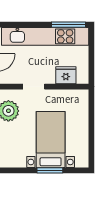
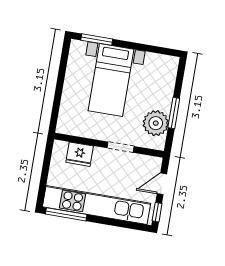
window: (50, 170) -> (97, 40), moved

